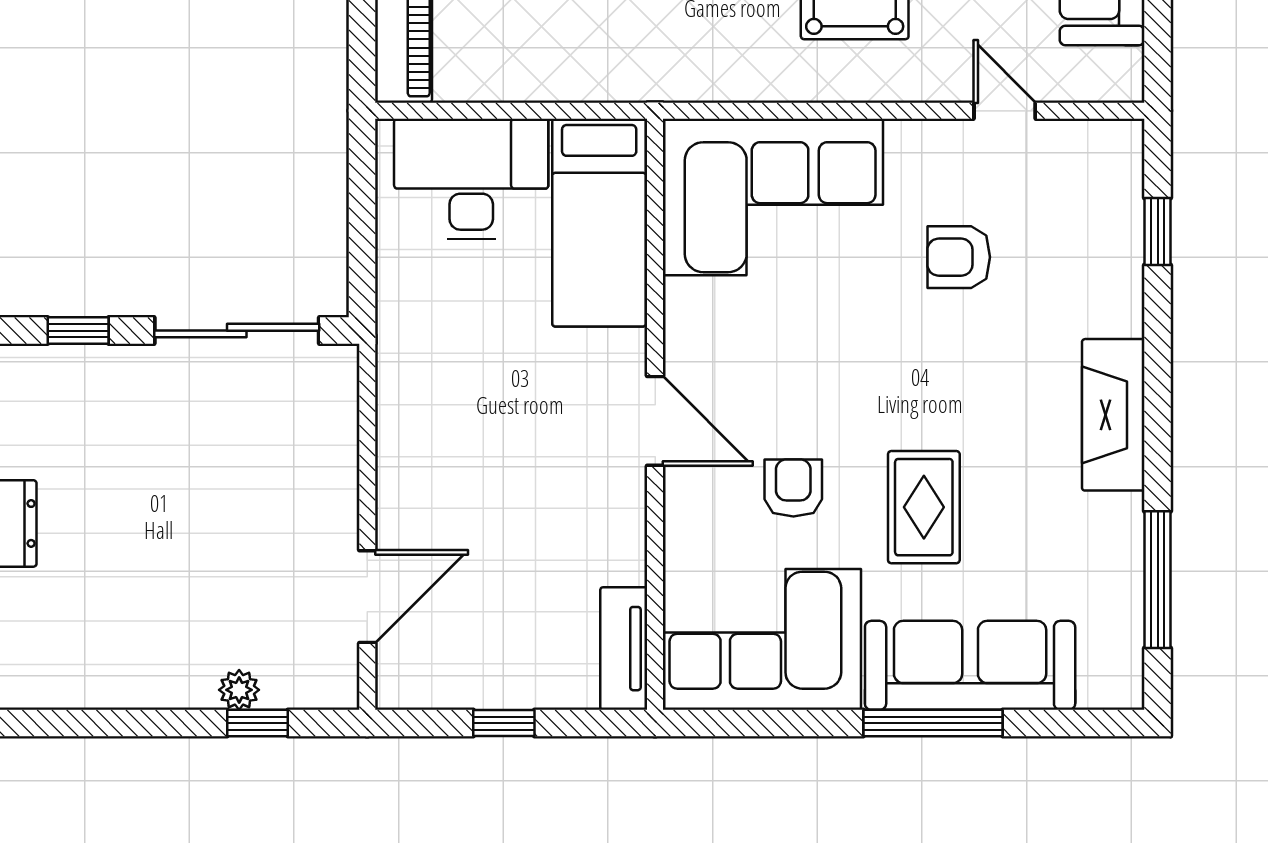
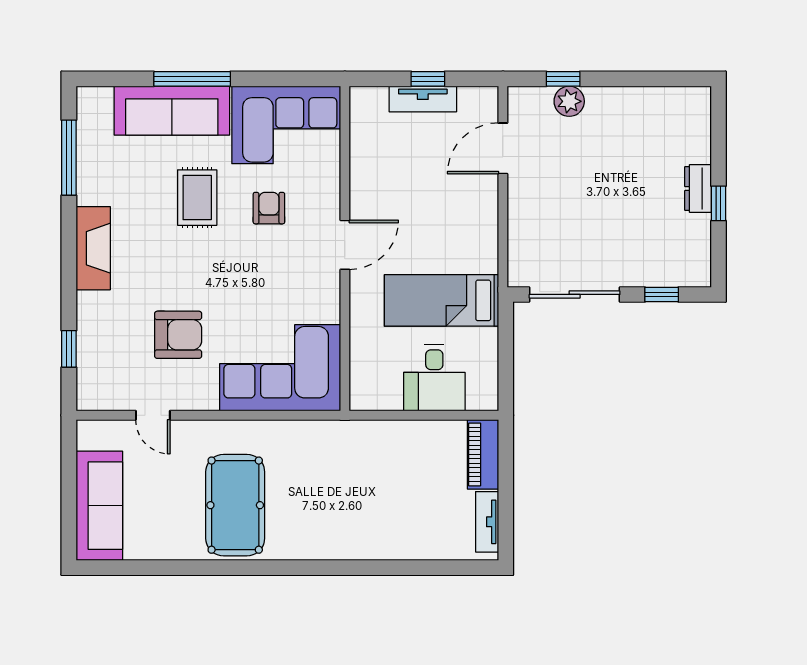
desk: (471, 179) -> (434, 378), width x0.73
bed: (599, 223) -> (441, 300), moved, turned -90
armchair: (959, 257) -> (178, 335), width x1.38, depth x1.38
door: (655, 421) -> (345, 245), swing flipped
armchair: (793, 488) -> (269, 208), turned 180
tv unit: (624, 649) -> (423, 99), moved, turned 90
plant: (239, 690) -> (569, 101), width x1.38, depth x1.38

